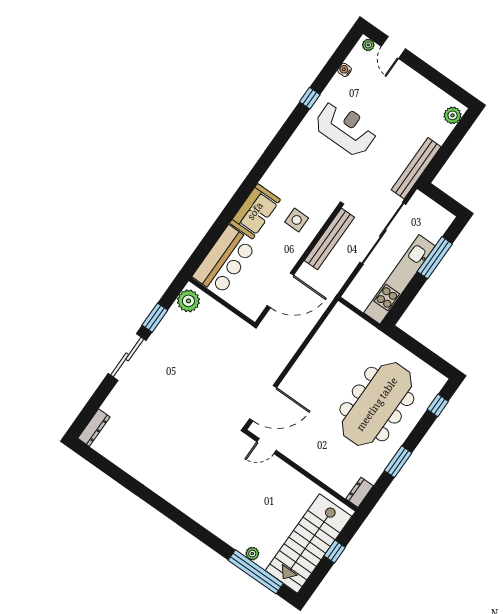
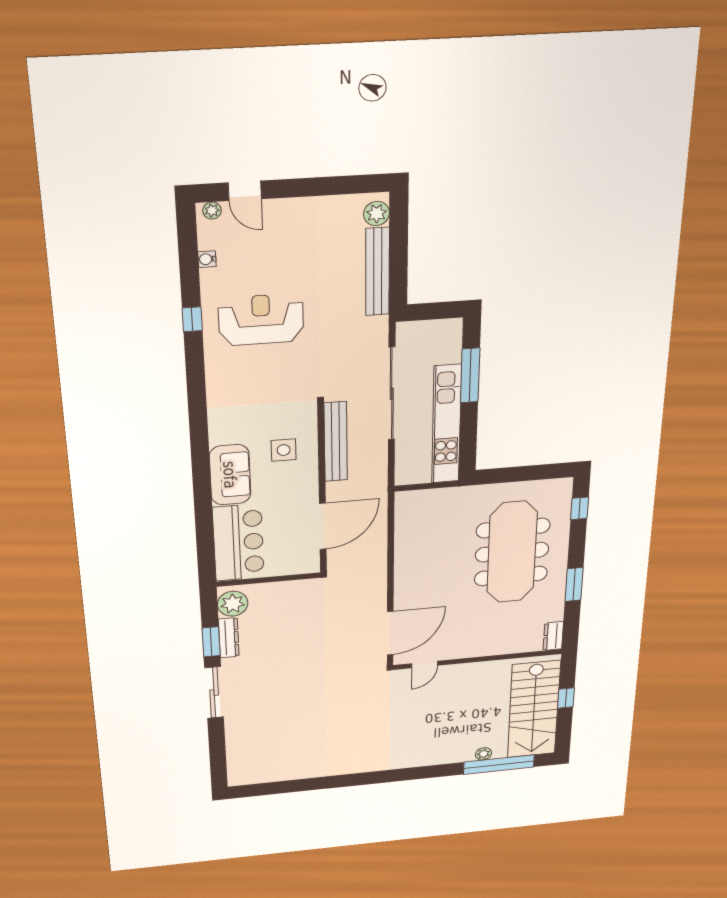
bench: (416, 168) -> (377, 272), moved
dresser: (94, 428) -> (229, 638), moved

